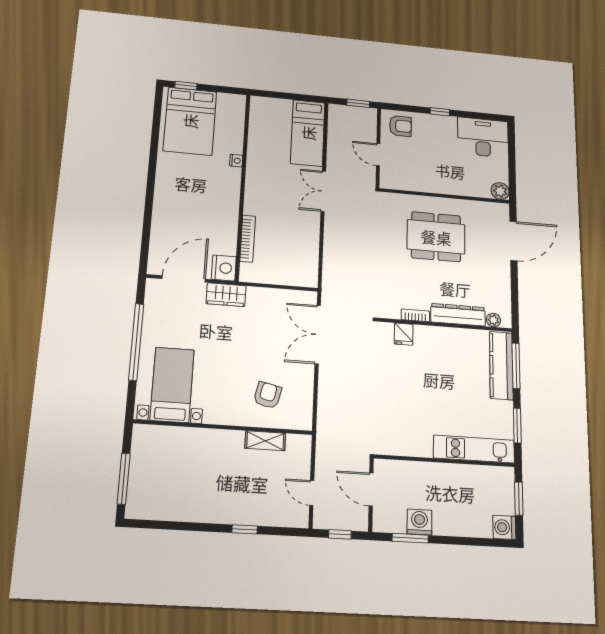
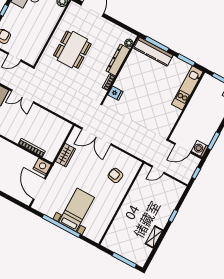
wardrobe: (226, 295) -> (66, 155), moved
bed with nightstands: (172, 385) -> (77, 210), moved, turned 90
shelving: (265, 441) -> (154, 237), moved
door: (312, 493) -> (158, 170), moved
washing machine: (419, 522) -> (200, 149), moved

